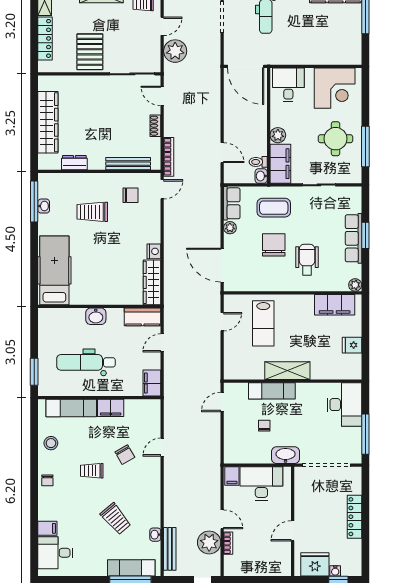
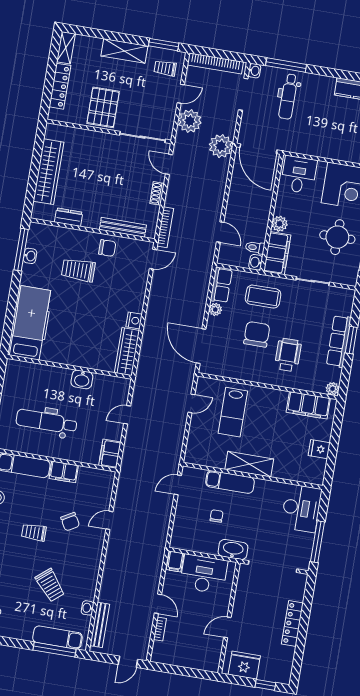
chair: (130, 195) -> (107, 248), moved
washbasin: (96, 316) -> (82, 379), moved
kitchen counter: (143, 317) -> (112, 385), removed
plant: (209, 542) -> (221, 146), moved
water cooler: (335, 571) -> (264, 675), removed

